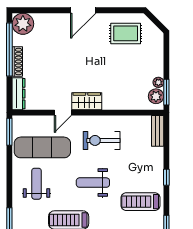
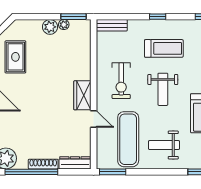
plant: (156, 96) -> (50, 27), moved
treadmill: (140, 202) -> (164, 48), moved, turned -90

